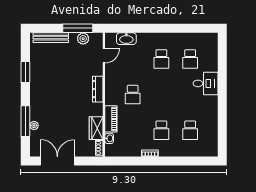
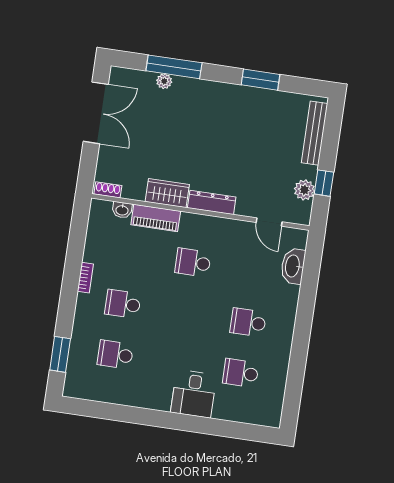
window: (78, 28) -> (324, 183), width x0.46
wardrobe: (96, 128) -> (167, 193), moved
window: (195, 161) -> (60, 354), added

